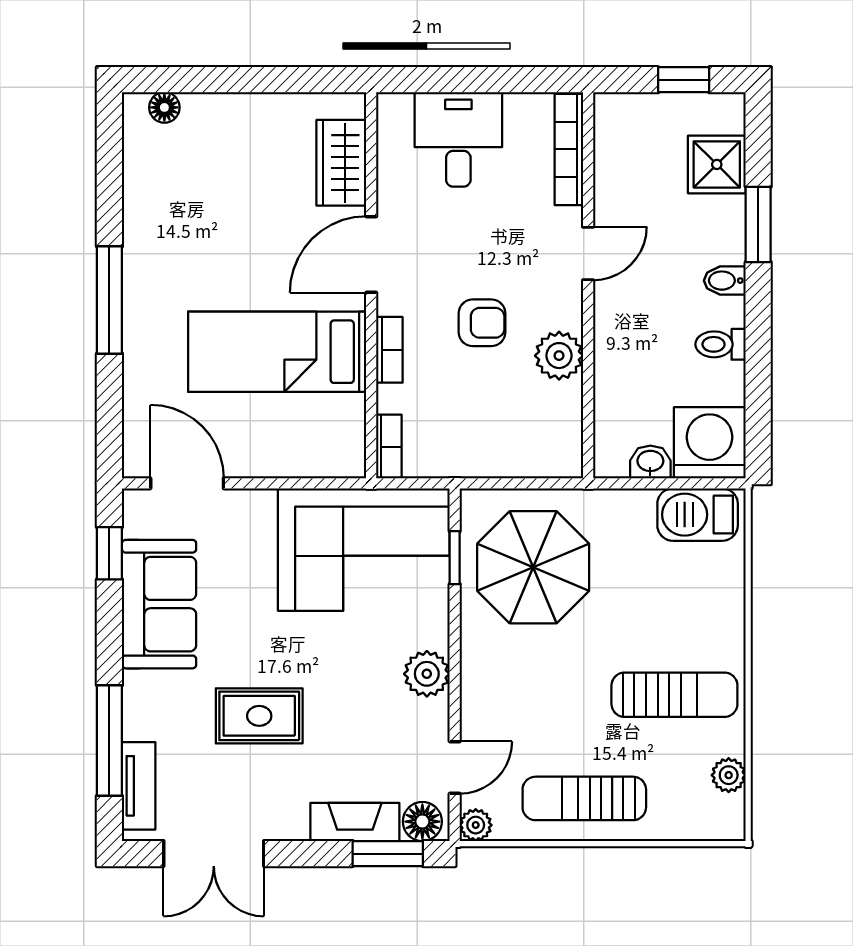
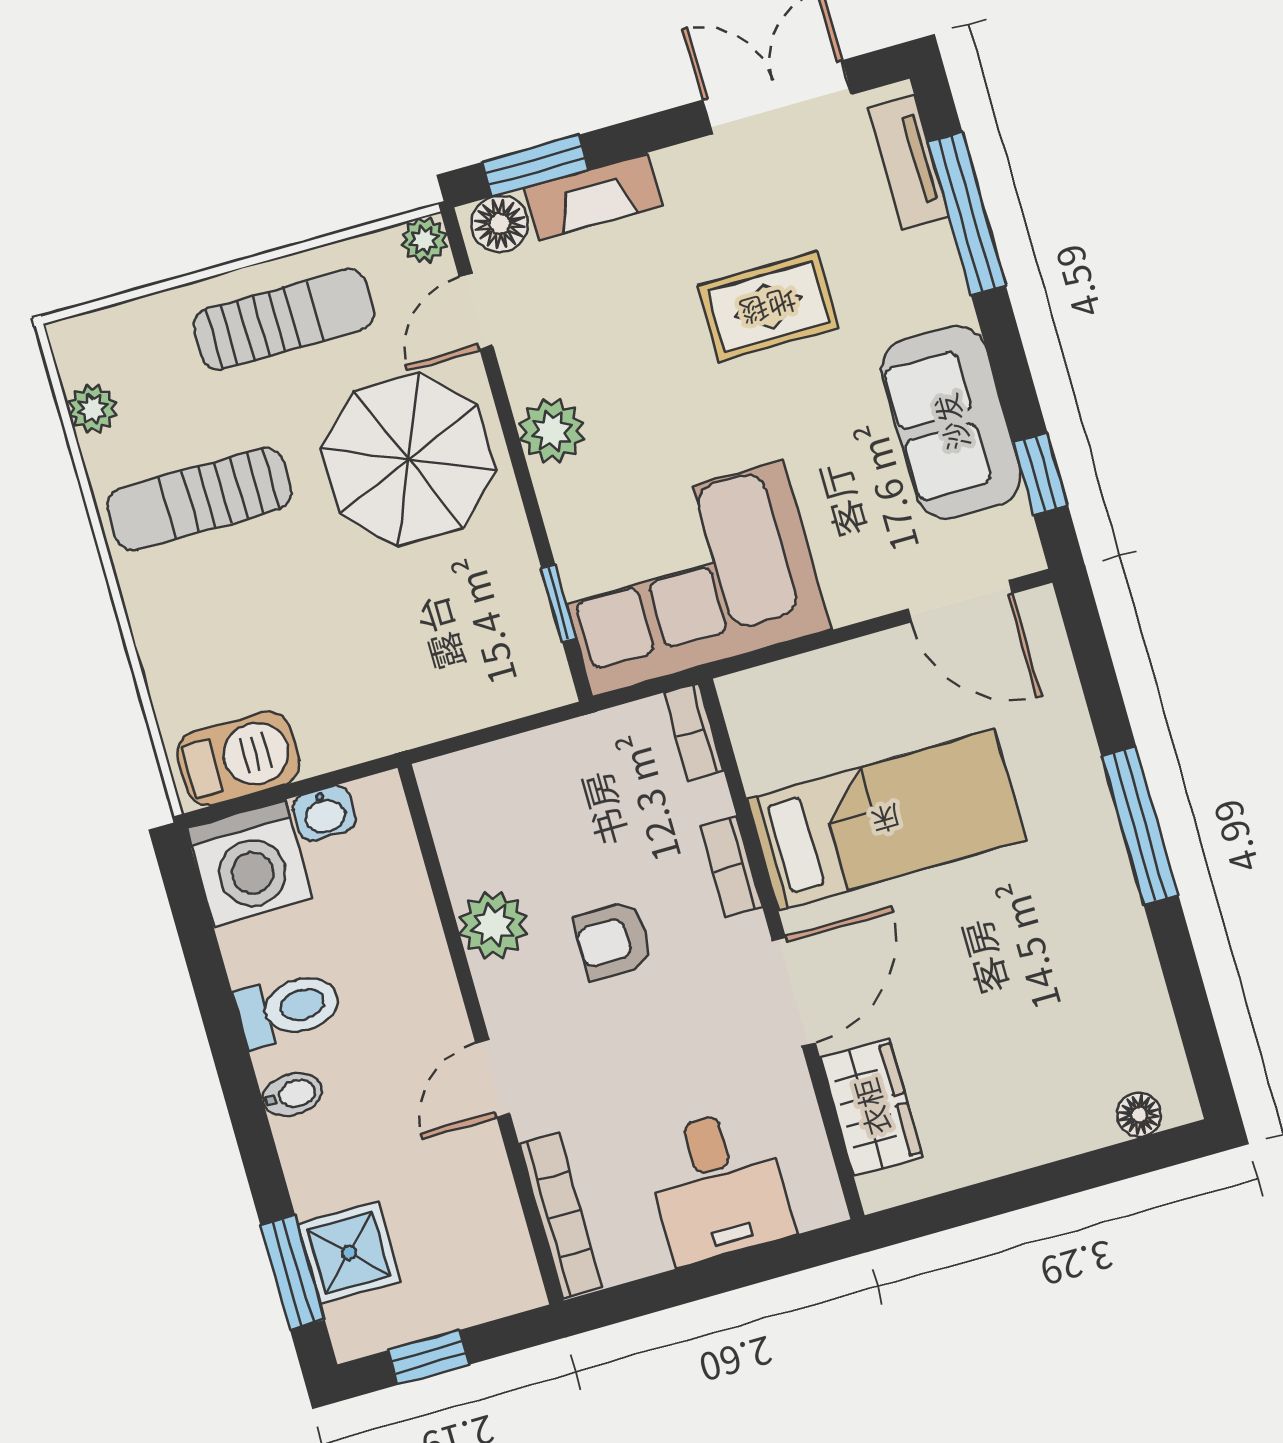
window: (758, 224) -> (292, 1272), moved
toilet: (721, 344) -> (289, 1008), width x1.37, depth x1.39
parasol: (533, 567) -> (409, 459), moved

